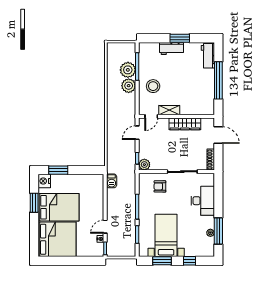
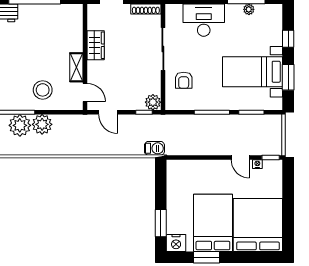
wardrobe: (185, 124) -> (96, 45), width x0.67
barbecue: (112, 181) -> (154, 148), moved

